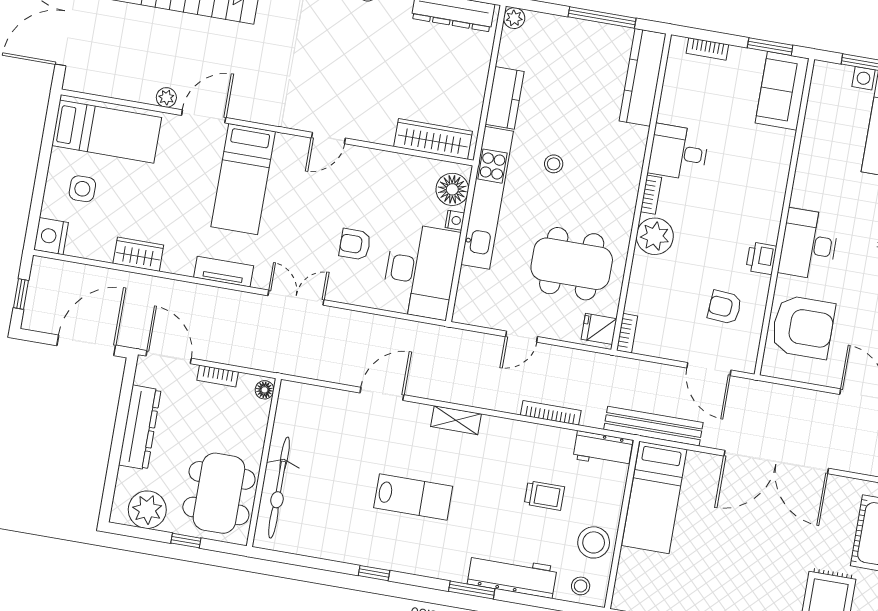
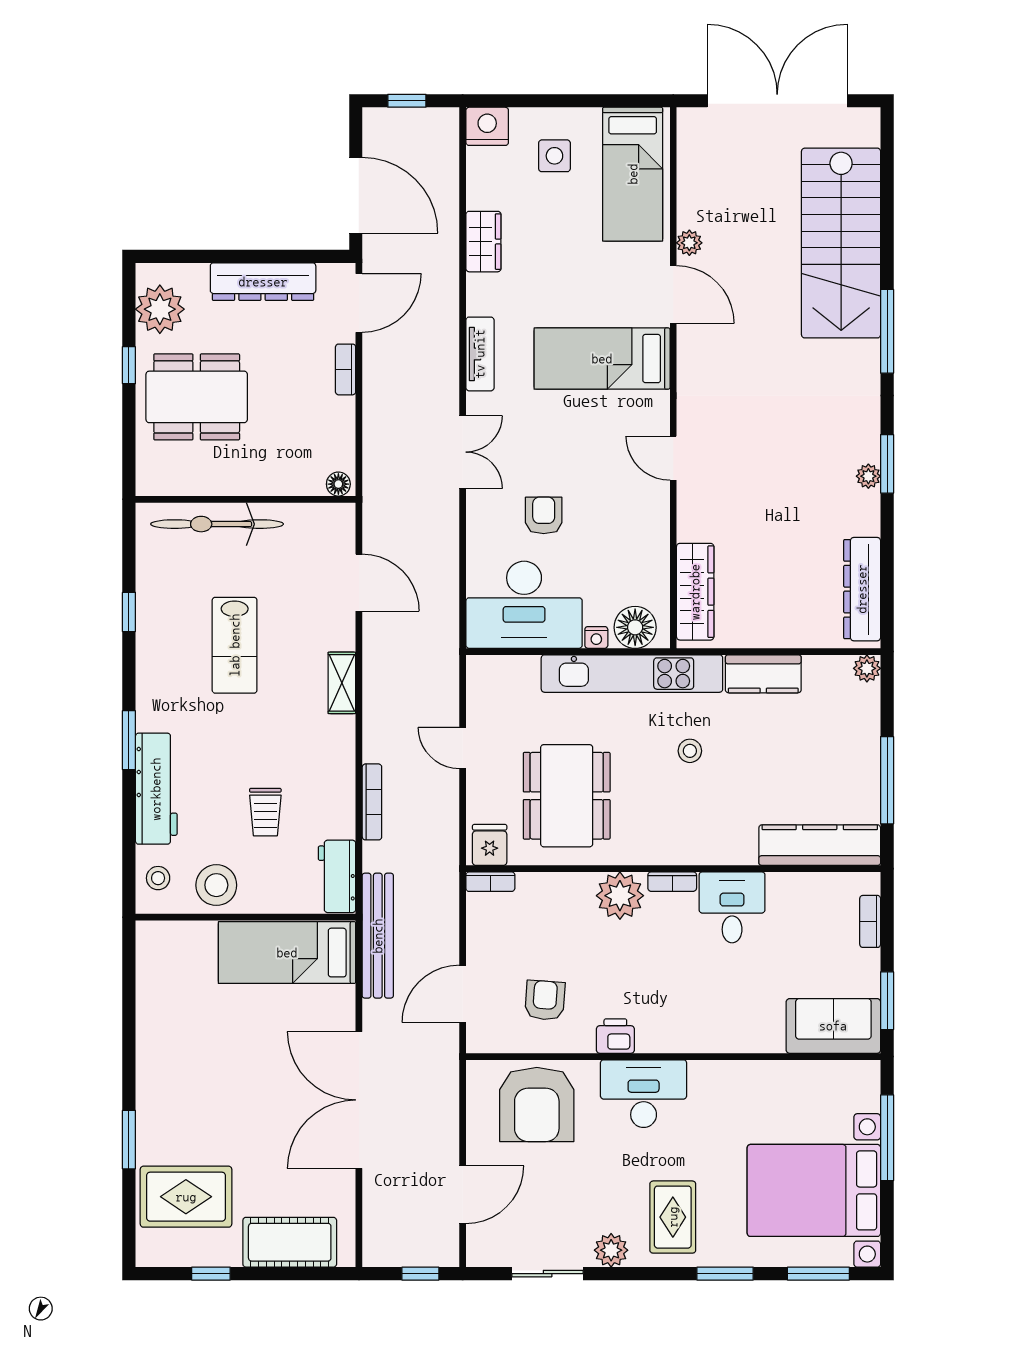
floor lamp: (265, 390) -> (338, 484), moved
wall: (264, 463) -> (246, 499), moved
bicycle: (279, 488) -> (217, 524), moved

